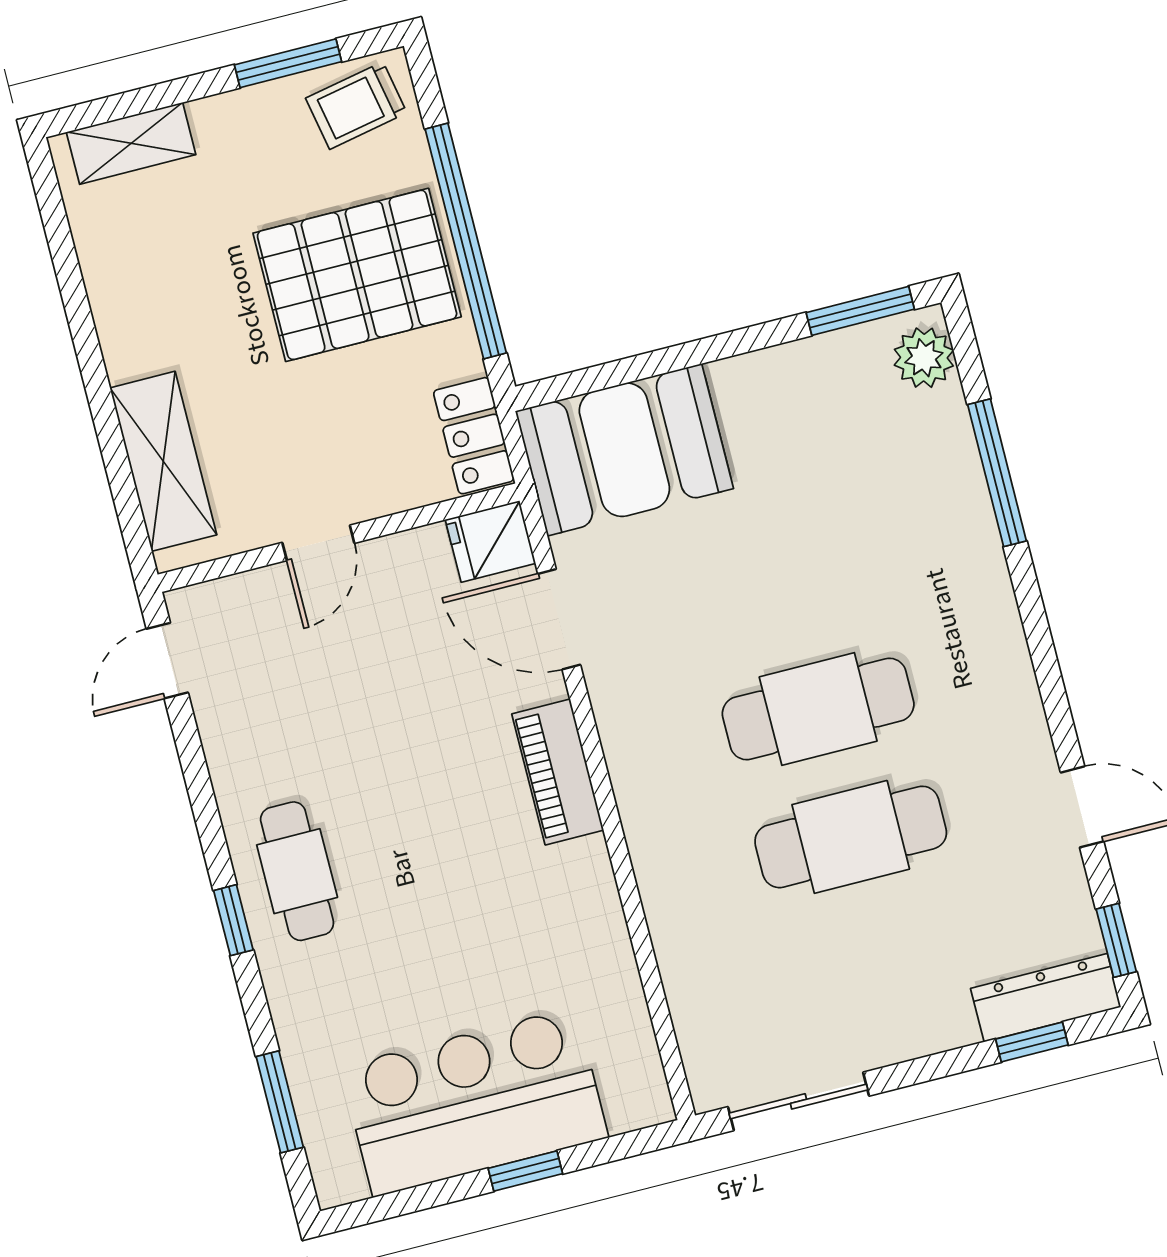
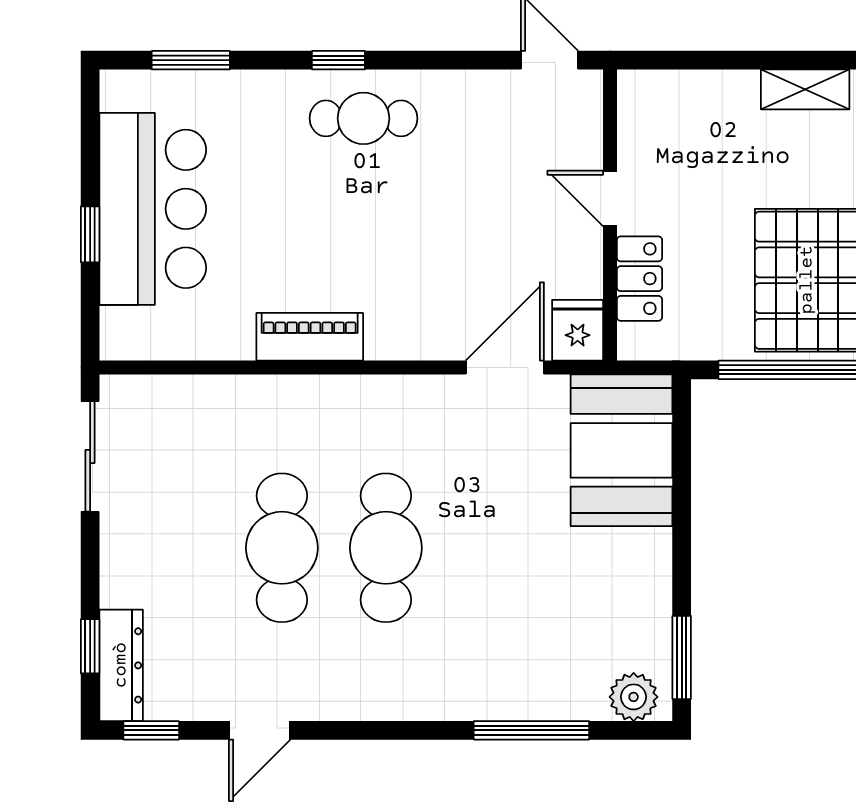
locker: (474, 436) -> (640, 279), moved, turned 90
shelving: (163, 461) -> (805, 89), moved, width x0.67, depth x0.75
piano: (558, 772) -> (310, 337), moved

